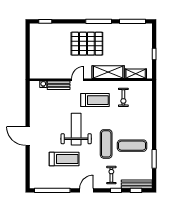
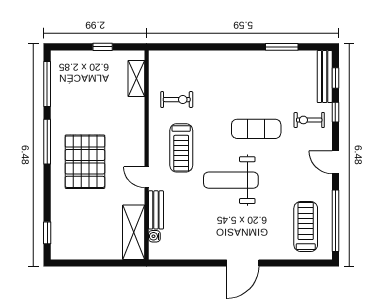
shelving: (108, 72) -> (134, 232), moved
treadmill: (95, 100) -> (181, 148), turned 180
exercise mat: (132, 146) -> (259, 85), removed
treadmill: (64, 159) -> (306, 227), moved

